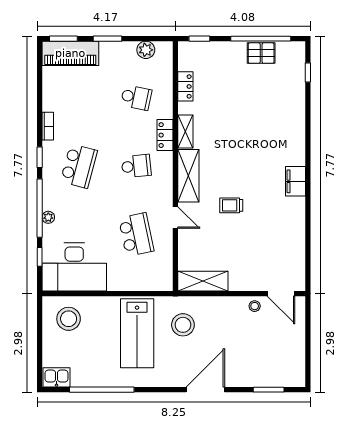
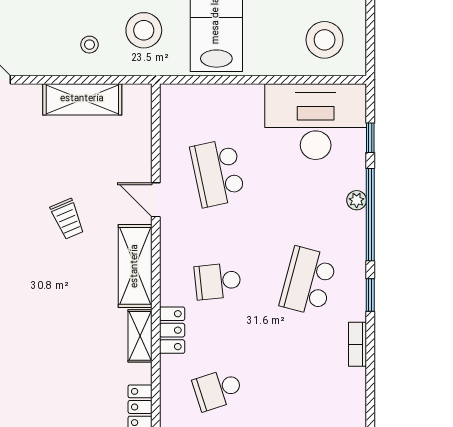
school desk: (136, 98) -> (218, 389), turned -30
trolley: (231, 205) -> (67, 219), turned 67
shelving: (203, 281) -> (82, 99), moved
stool: (255, 306) -> (89, 45), moved

